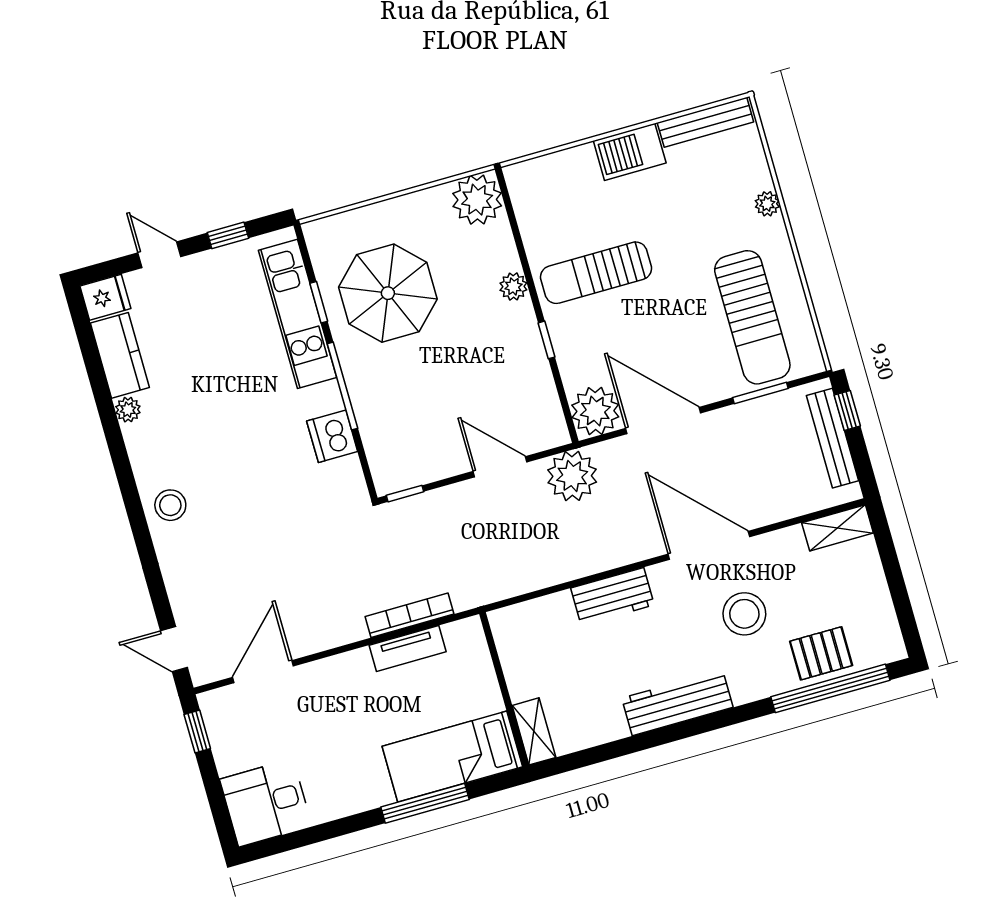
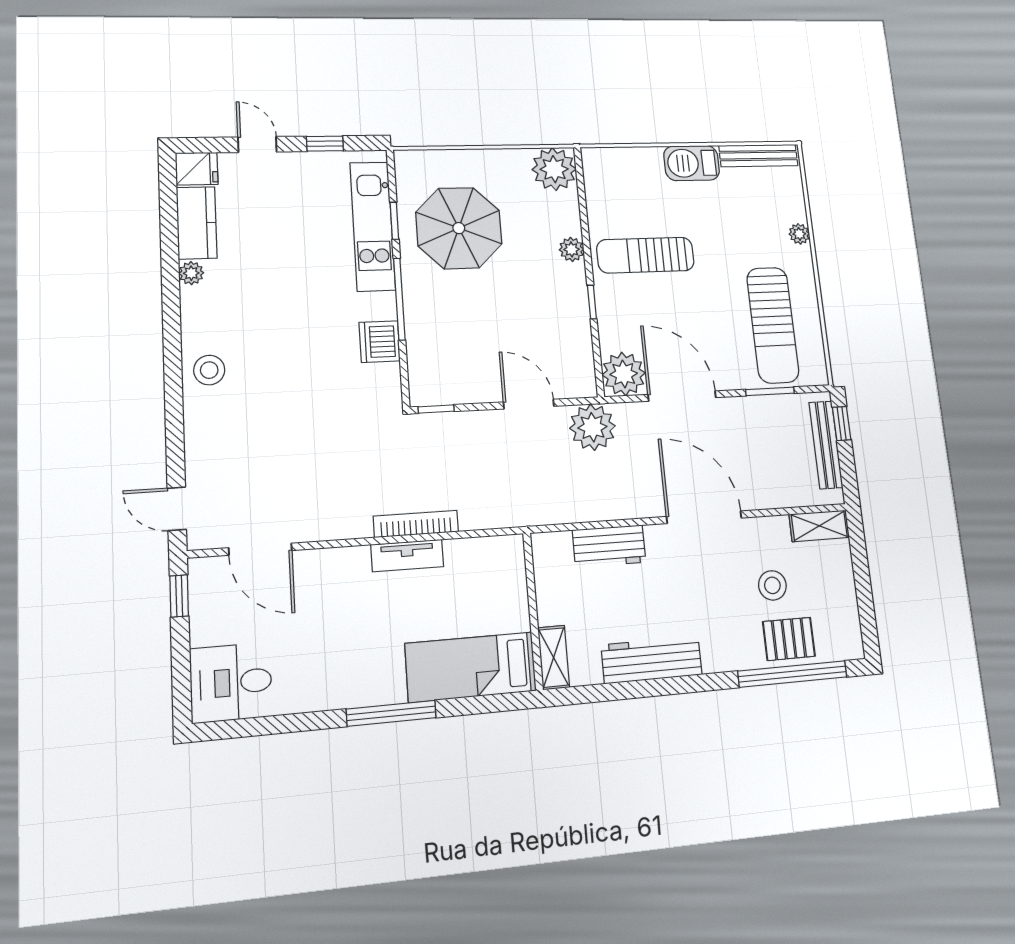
stool: (744, 614) -> (772, 585), moved, width x0.73, depth x0.73
door: (263, 672) -> (260, 549), swing flipped
wall: (504, 689) -> (533, 611), moved
shelving: (534, 731) -> (554, 658), moved
bed: (452, 757) -> (471, 667), moved

